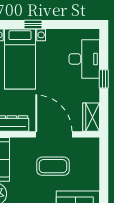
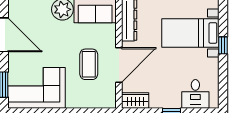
desk: (84, 59) -> (195, 94), width x0.73

